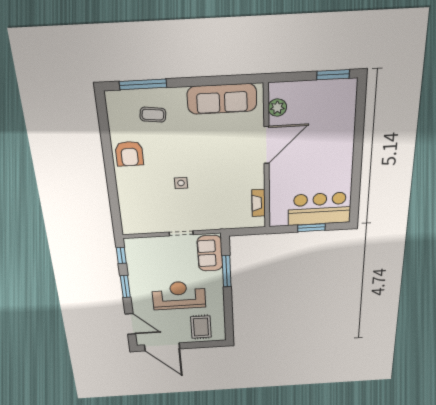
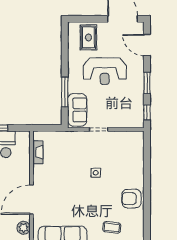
armchair: (129, 154) -> (131, 199), turned -90

